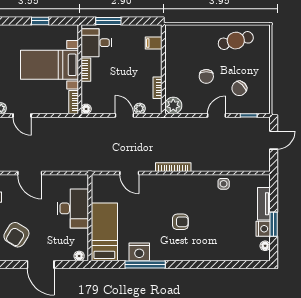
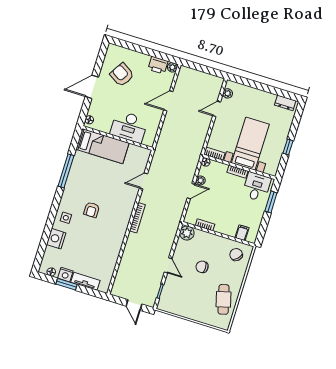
chair: (239, 88) -> (236, 255), moved
plant: (140, 108) -> (200, 180), moved
side table: (224, 184) -> (66, 218), moved
nightstand: (139, 252) -> (56, 239), moved

